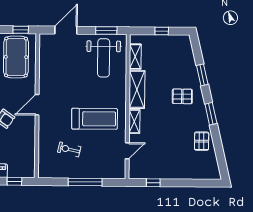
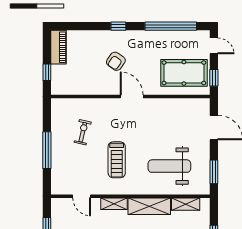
weight bench: (104, 58) -> (169, 166), moved
treadmill: (95, 119) -> (117, 160), width x0.73, depth x0.73

